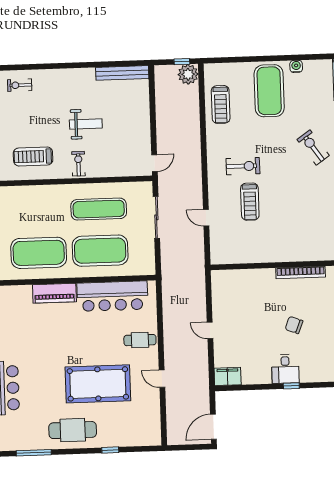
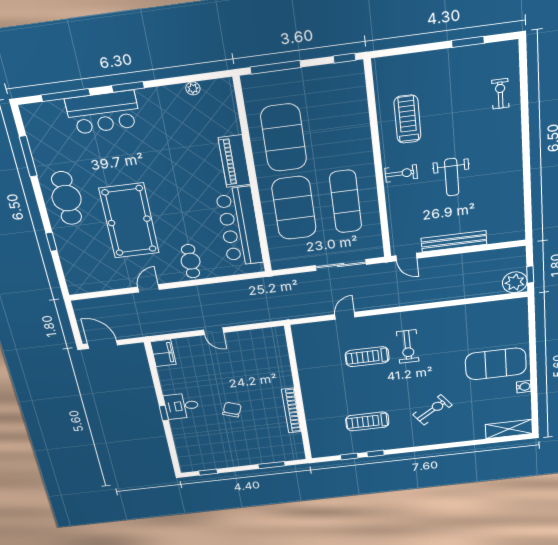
bench: (122, 73) -> (454, 241), moved, turned 90
treadmill: (221, 104) -> (367, 421), moved
door: (210, 330) -> (214, 331), swing flipped

